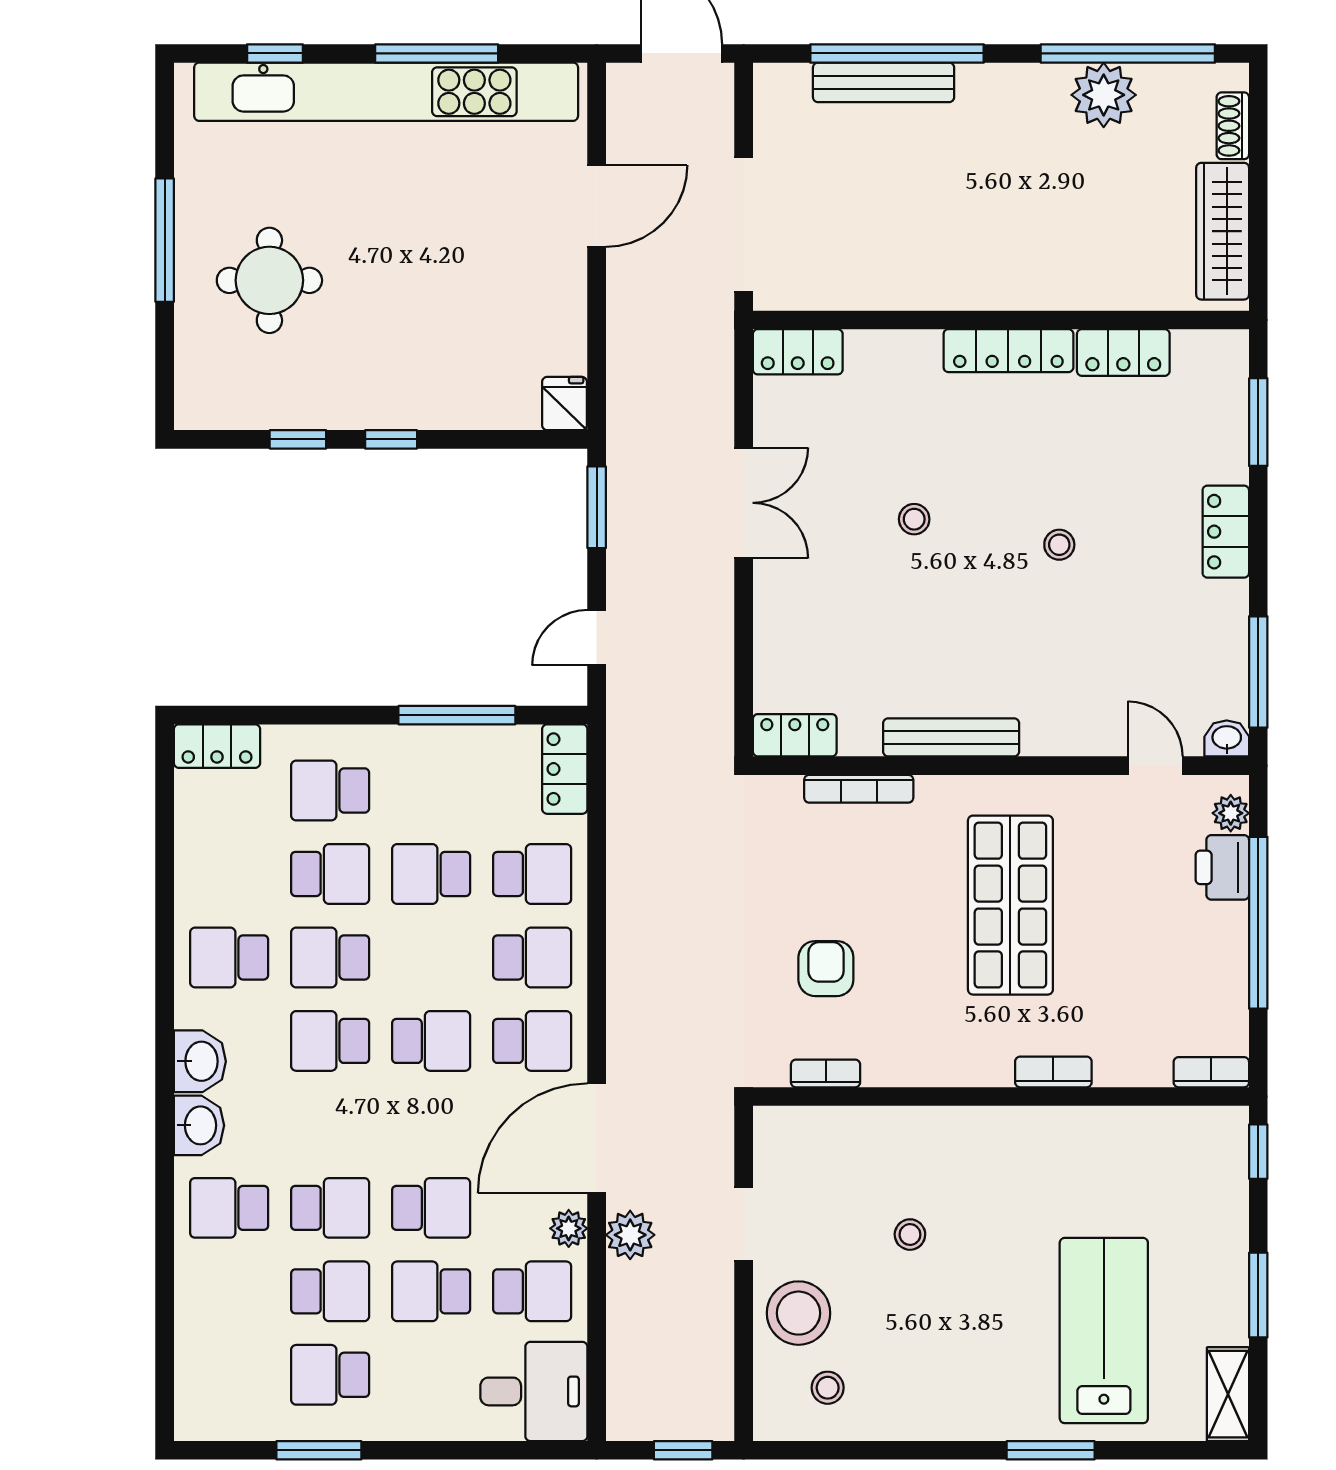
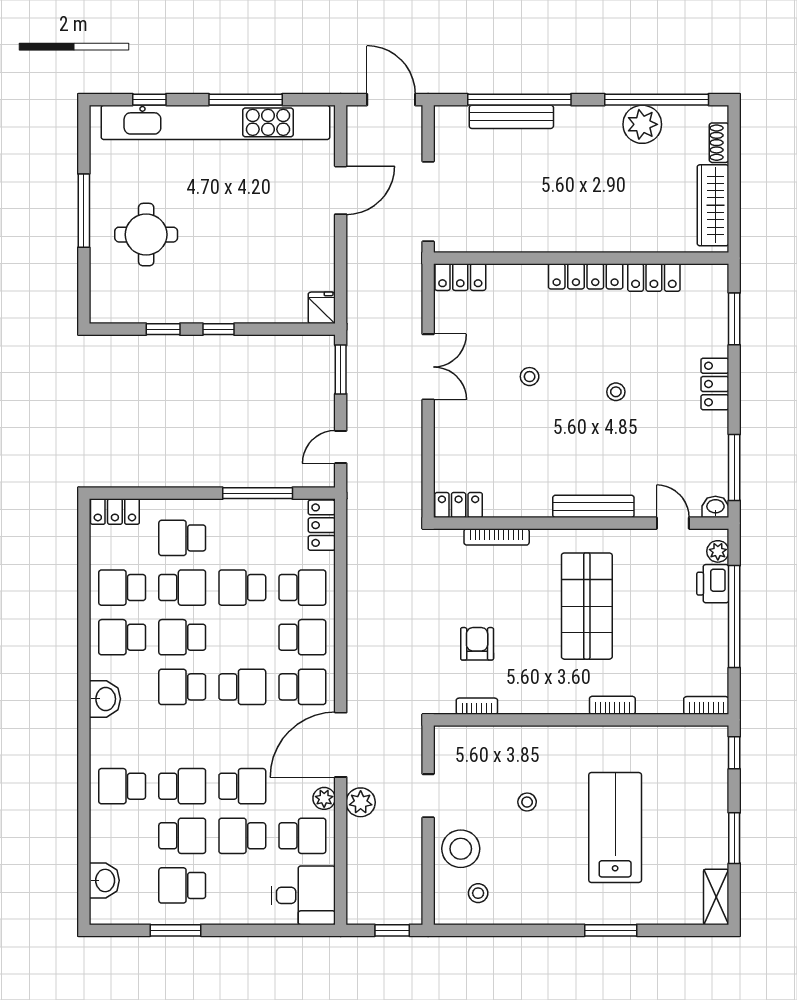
bench: (951, 737) -> (593, 506), moved
school desk: (229, 874) -> (122, 588), added
washbasin: (199, 1125) -> (104, 880), moved
lab bench: (1104, 1331) -> (615, 828), moved

